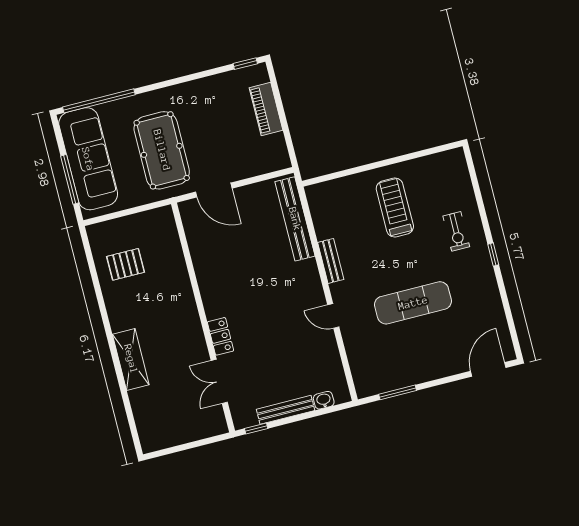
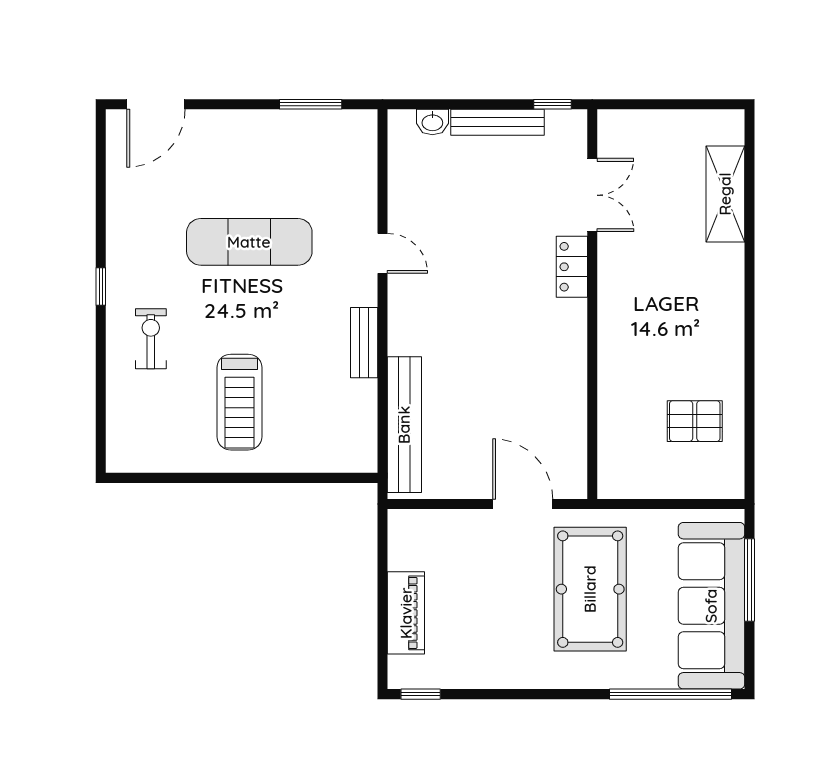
shelving: (131, 359) -> (725, 194), moved

